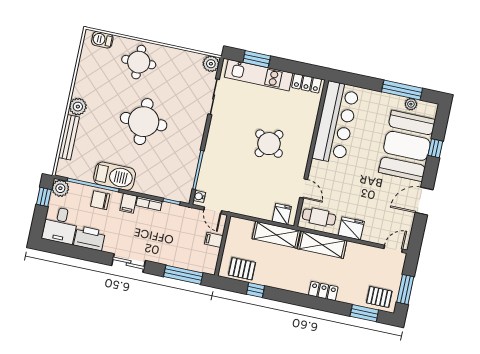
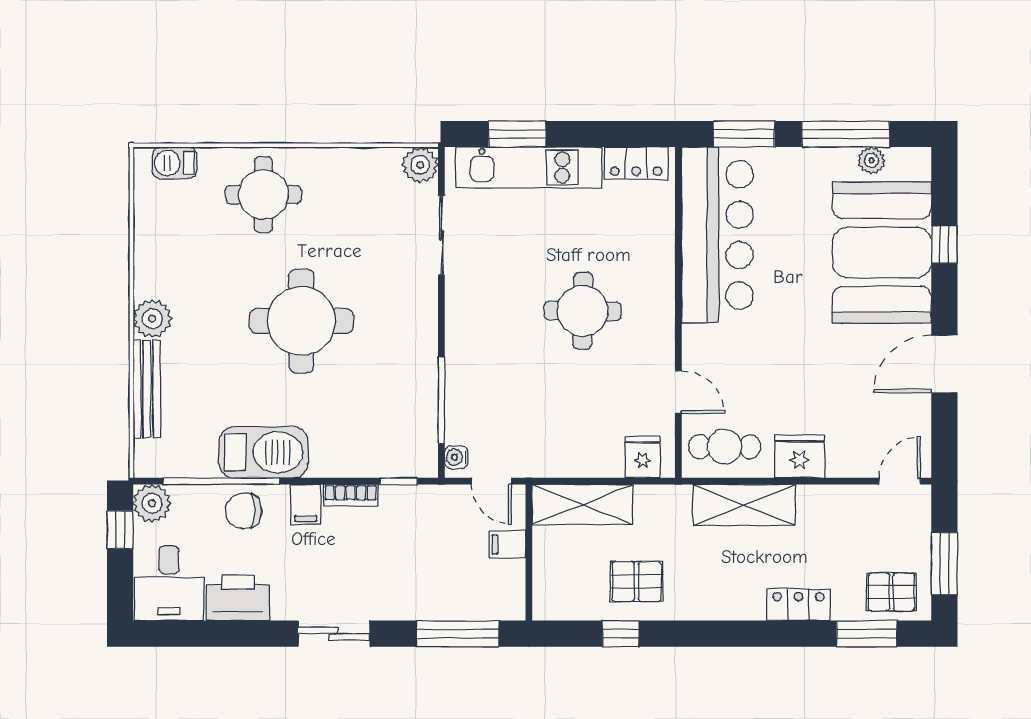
window: (357, 81) -> (744, 134), added
round table: (269, 144) -> (583, 311), turned -34
shelving: (276, 235) -> (583, 505), moved
pallet: (242, 269) -> (637, 581), moved
locker: (323, 291) -> (798, 605), moved

